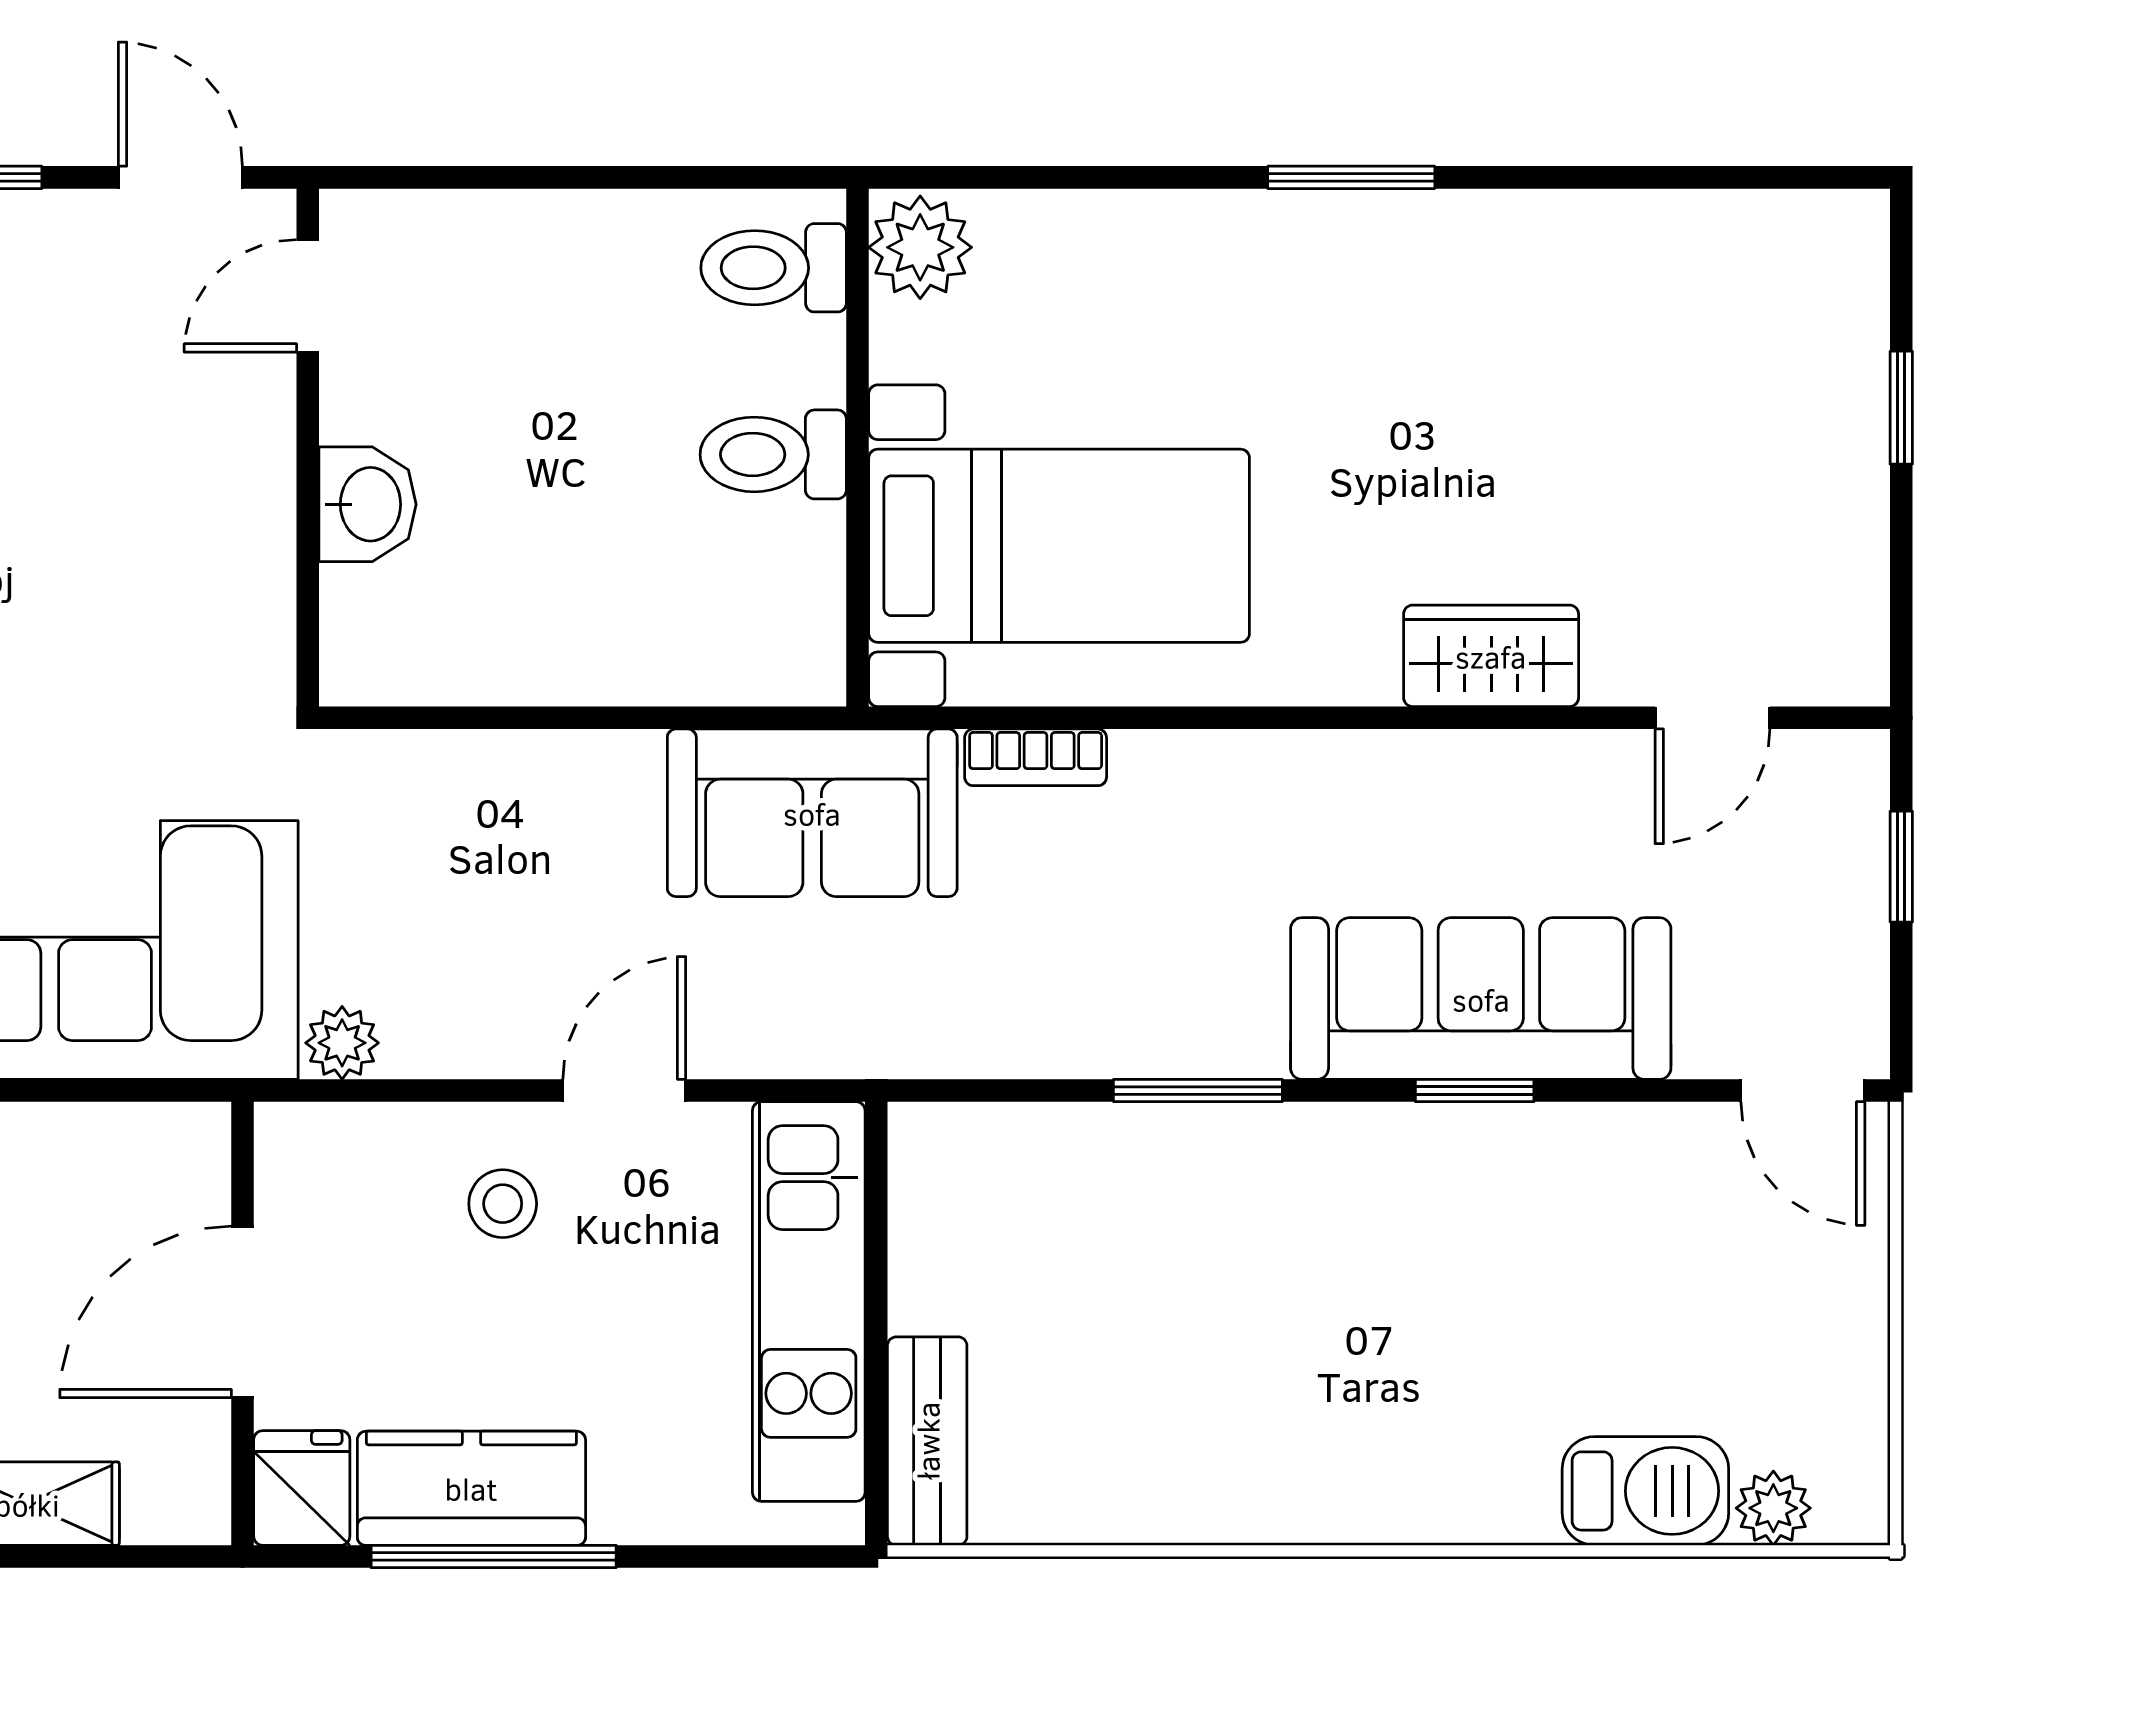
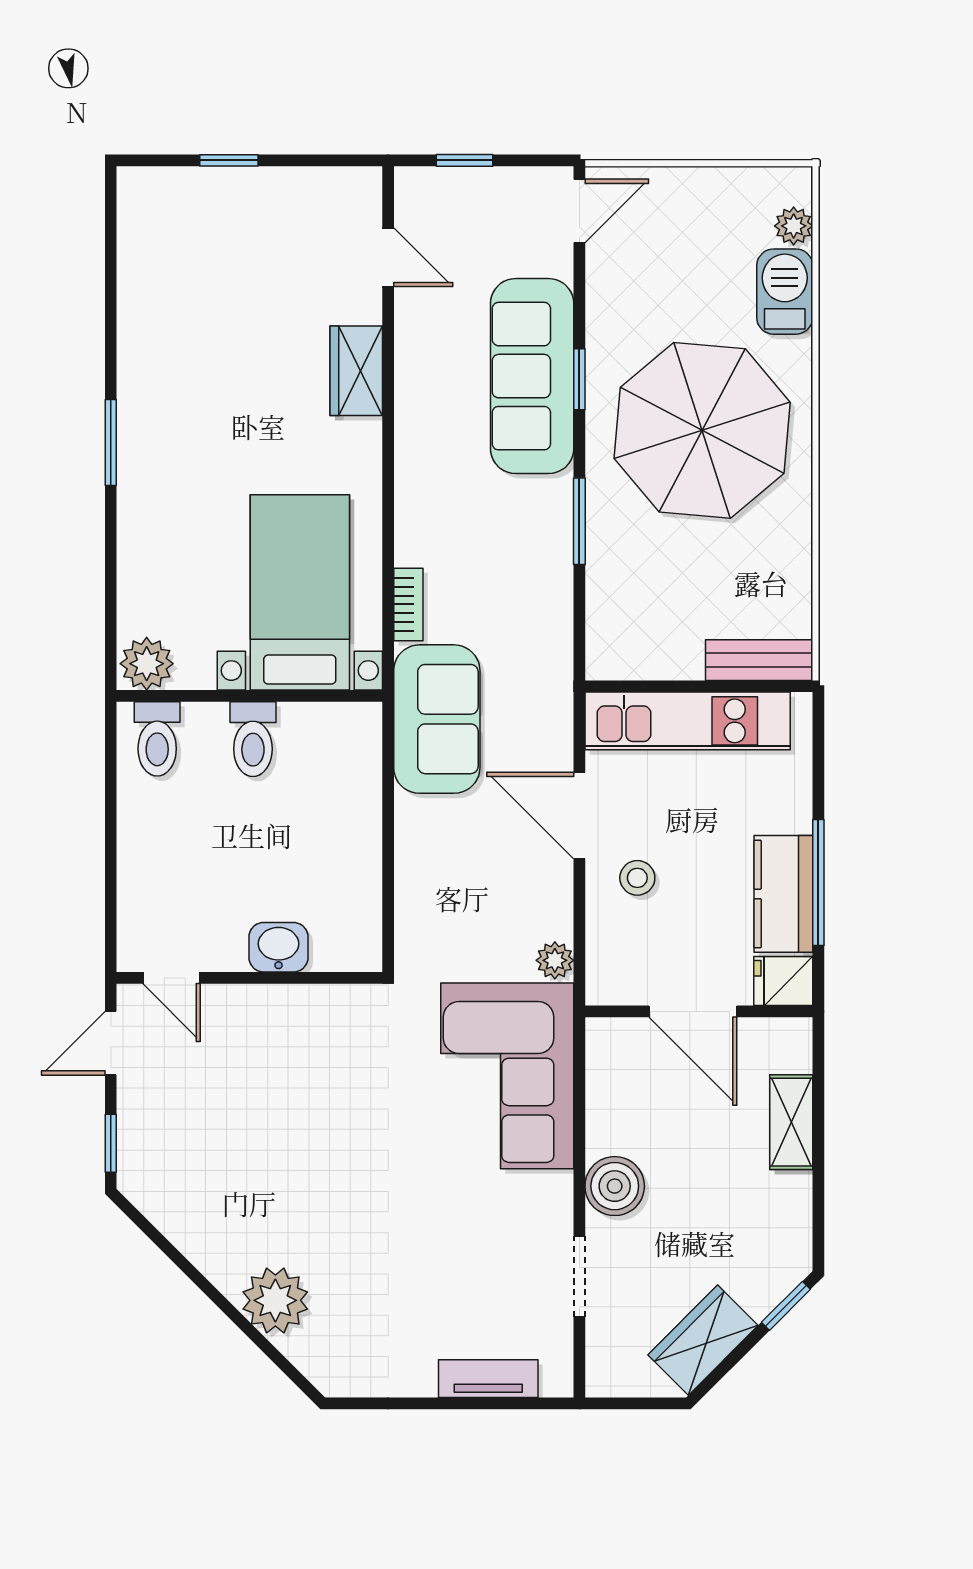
door: (624, 1091) -> (579, 815), width x1.37
parasol: (1375, 1330) -> (702, 430), added

